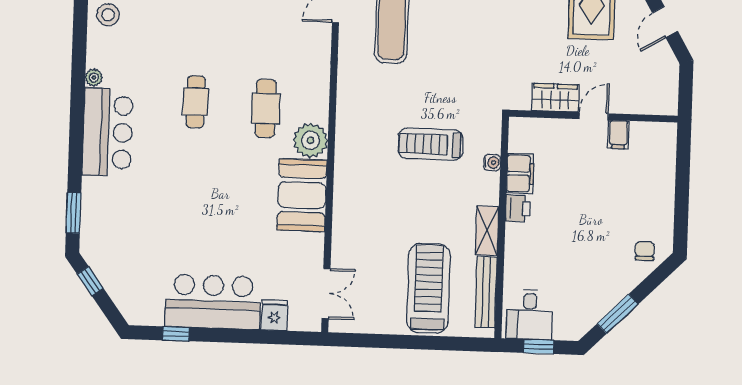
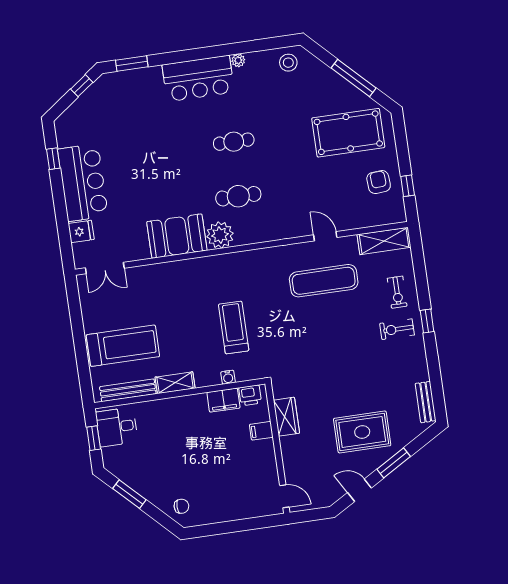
door: (594, 116) -> (284, 496), moved
filing cabinet: (619, 135) -> (261, 431), moved
printer: (518, 208) -> (250, 395), moved

